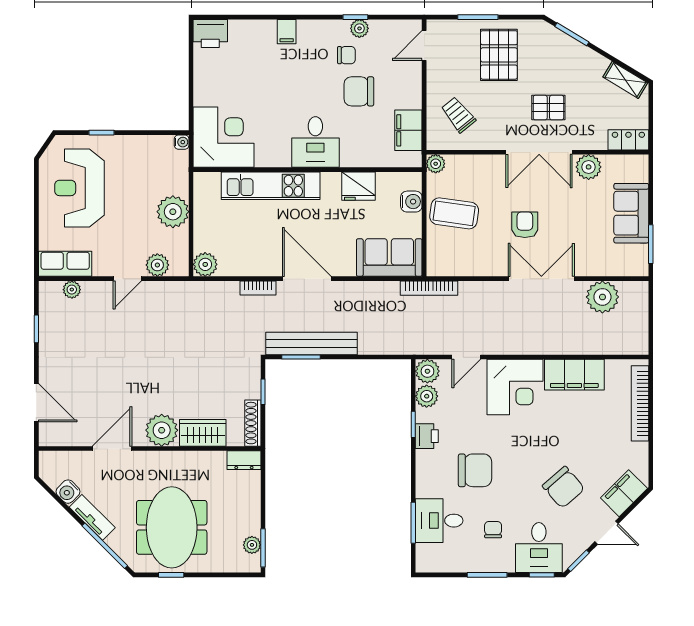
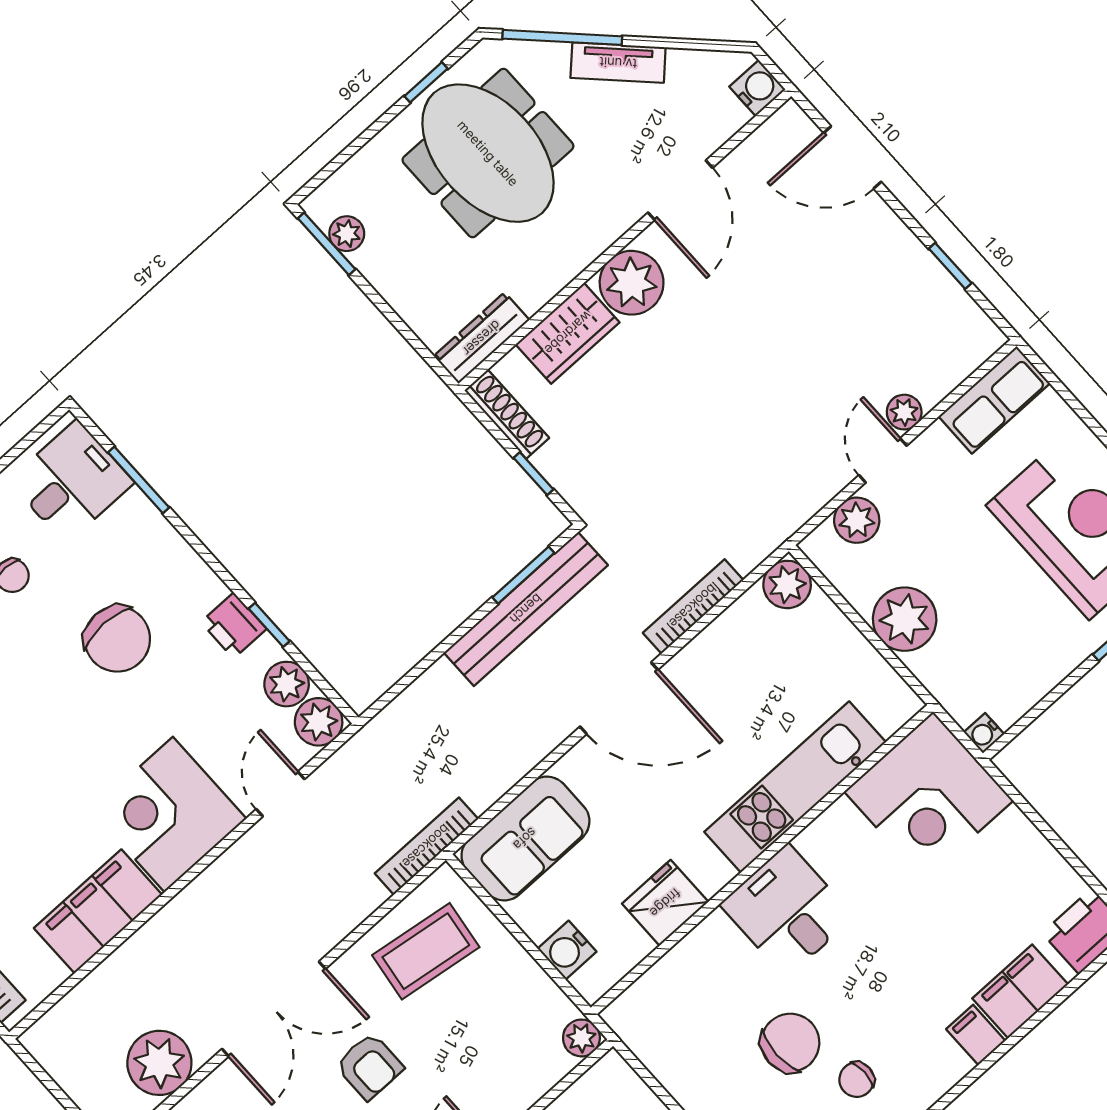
filing cabinet: (408, 130) -> (1020, 991), moved, turned -90
coffee table: (454, 213) -> (426, 951), moved
bookcase: (258, 288) -> (693, 606), width x1.56
plant: (72, 290) -> (904, 412), moved
dresser: (244, 460) -> (482, 338), width x1.44
chair: (475, 470) -> (117, 639), turned -90
water cooler: (68, 492) -> (757, 88), moved, turned 45
desk: (439, 521) -> (71, 482), moved

